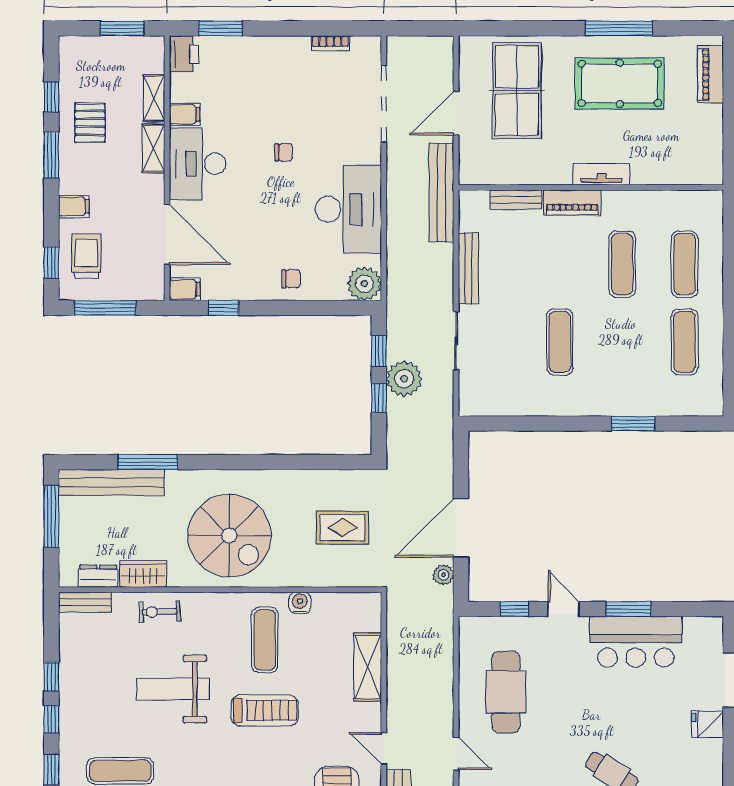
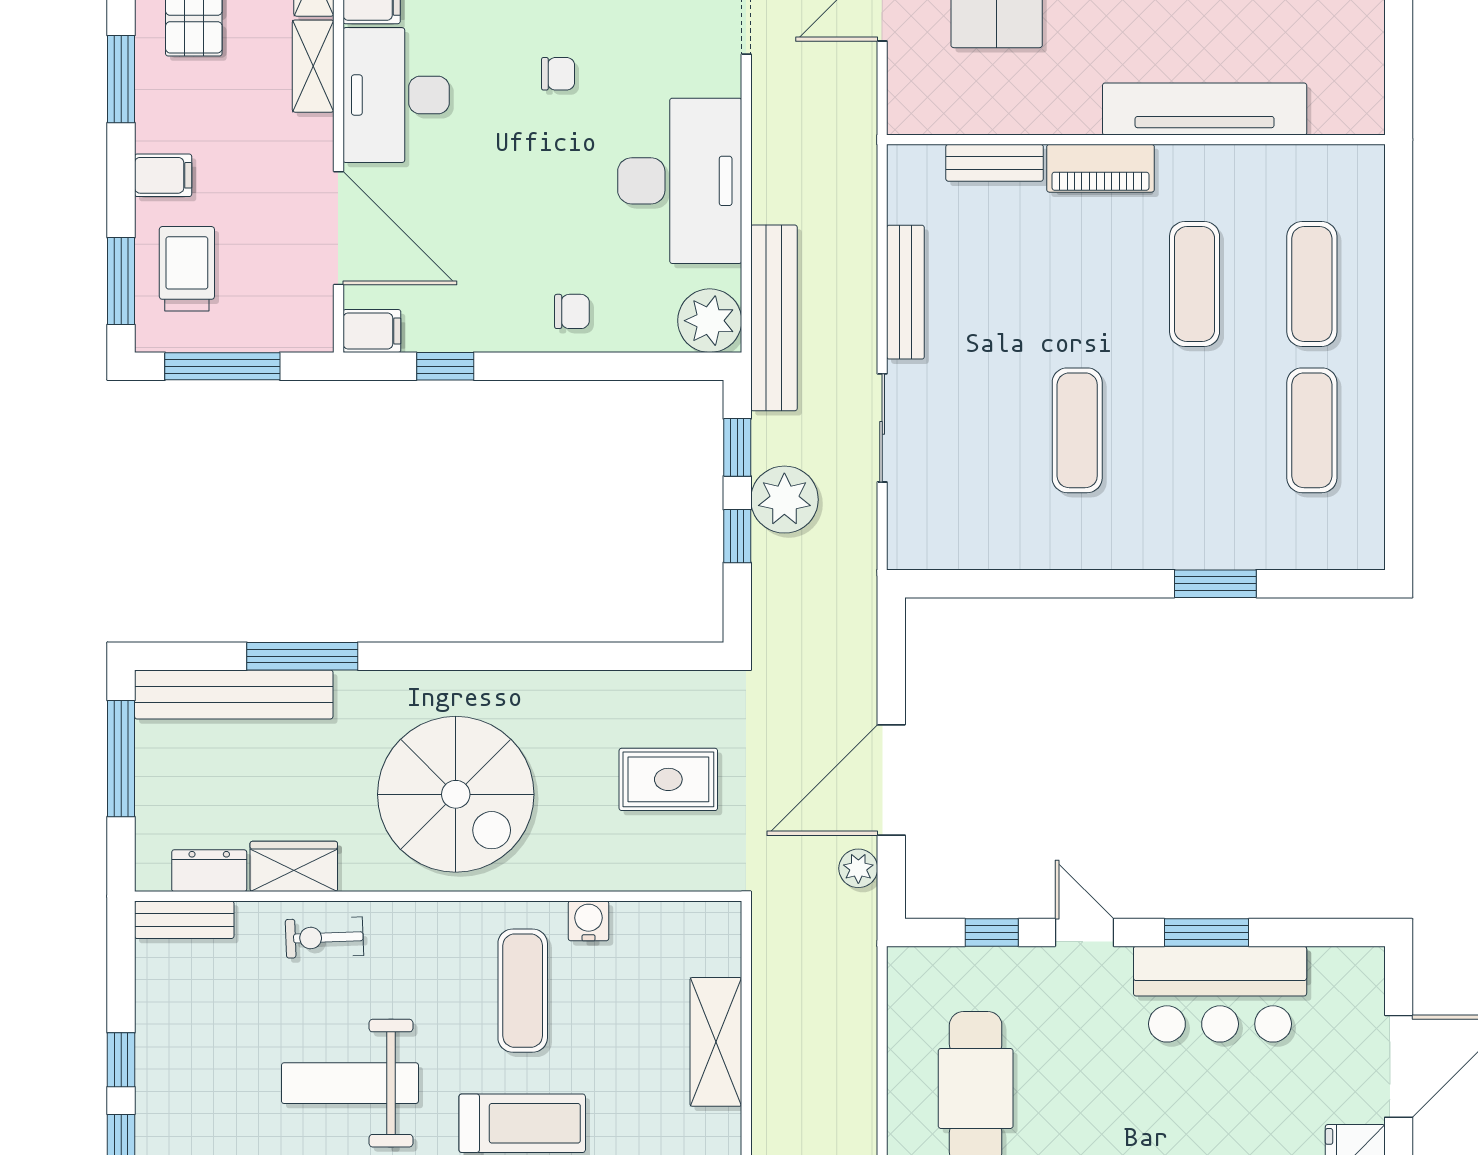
tv unit: (602, 174) -> (1205, 109), width x1.92, depth x1.29
bench: (441, 193) -> (774, 318), moved
window: (51, 263) -> (121, 281), width x1.50

